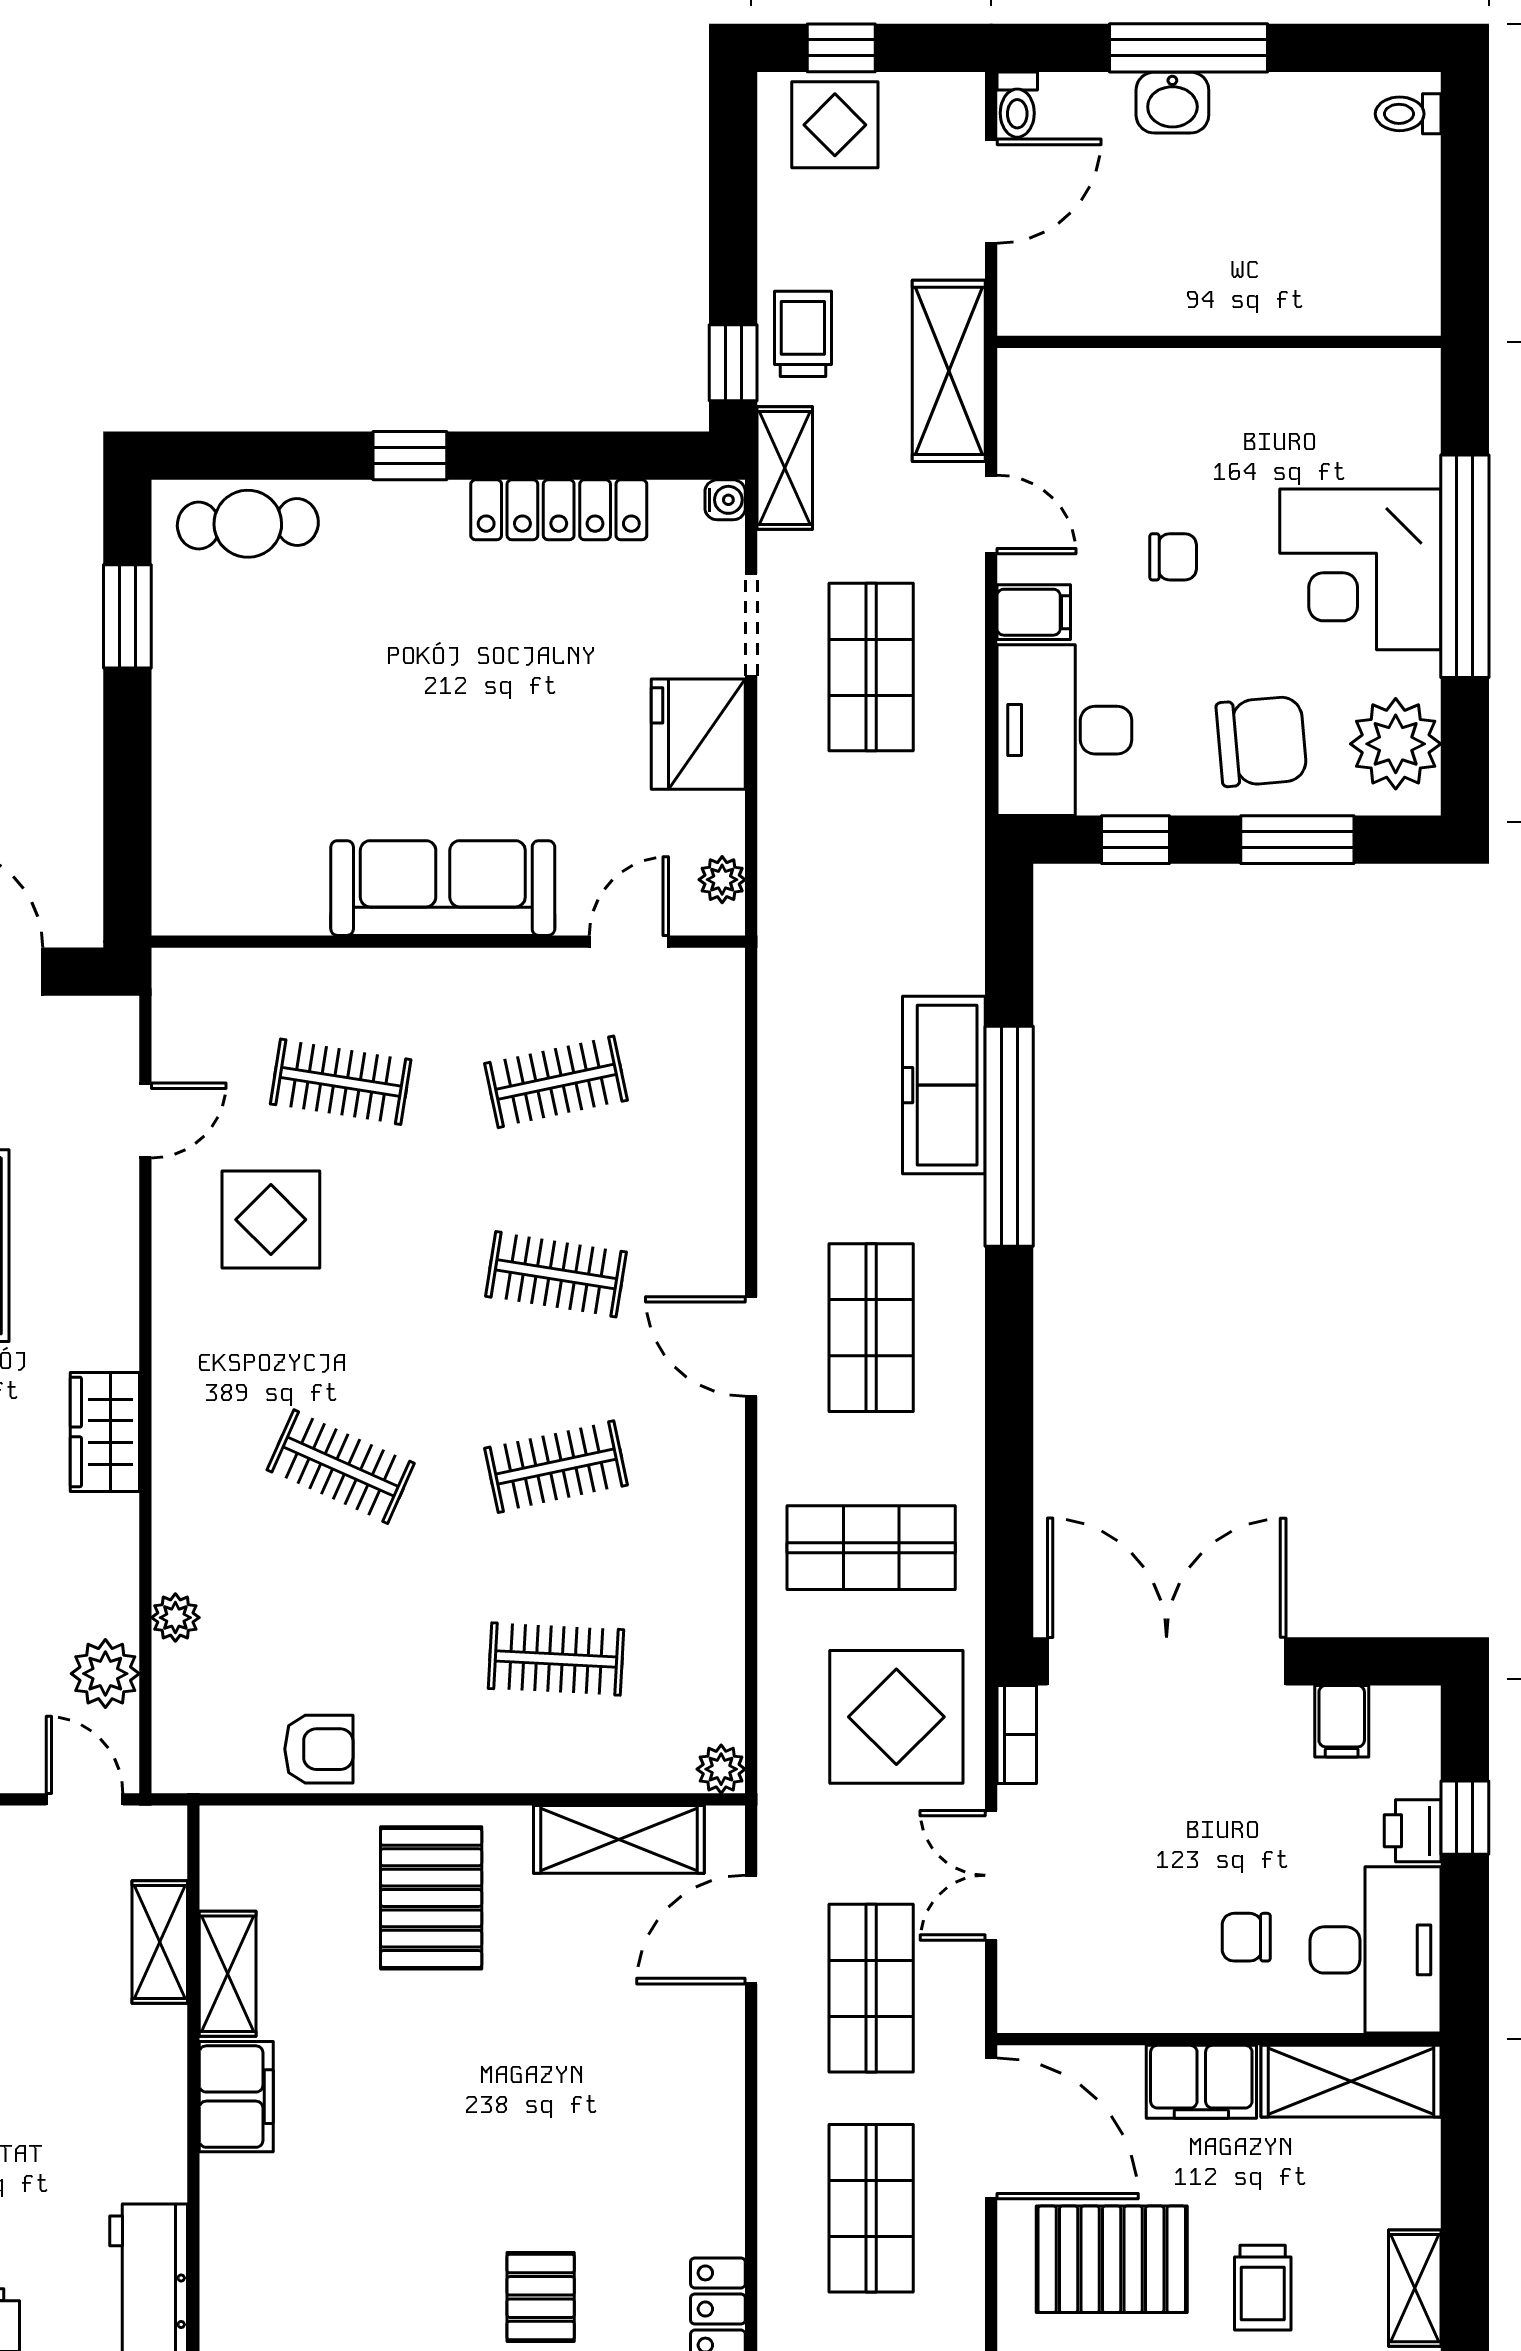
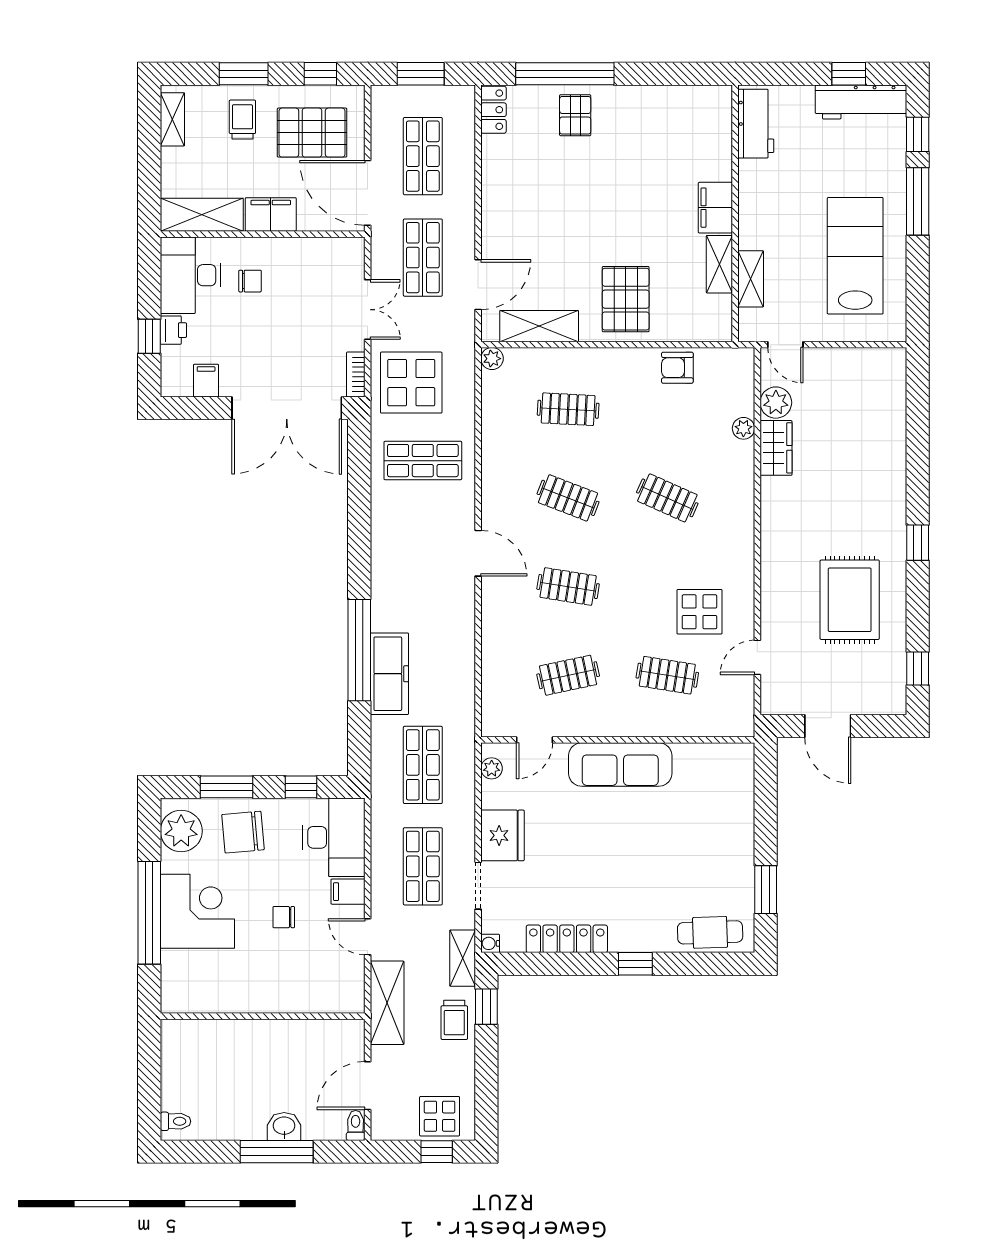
shop shelf: (871, 1328) -> (423, 765), moved
wardrobe: (105, 1432) -> (776, 448), moved
clothes rail: (556, 1467) -> (568, 498), turned 33

